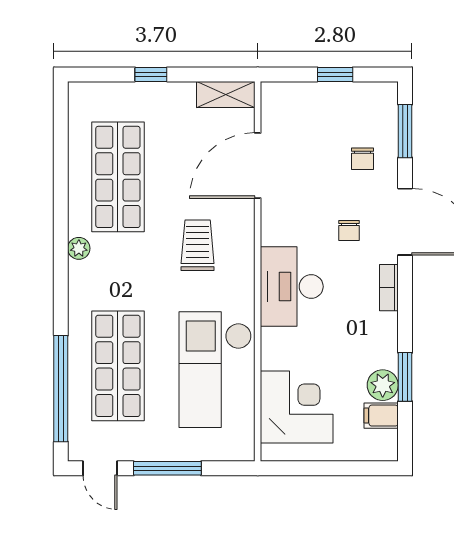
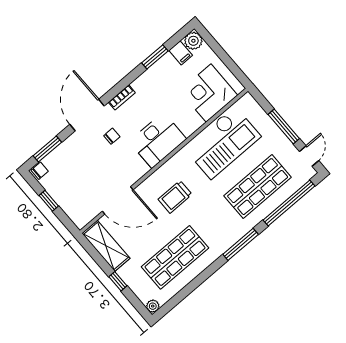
shelving: (226, 94) -> (106, 246), width x1.50, depth x1.33
chair: (362, 159) -> (40, 171), moved
plant: (79, 248) -> (153, 306), moved
window: (61, 278) -> (241, 244), added
plant: (383, 385) -> (193, 41), moved

